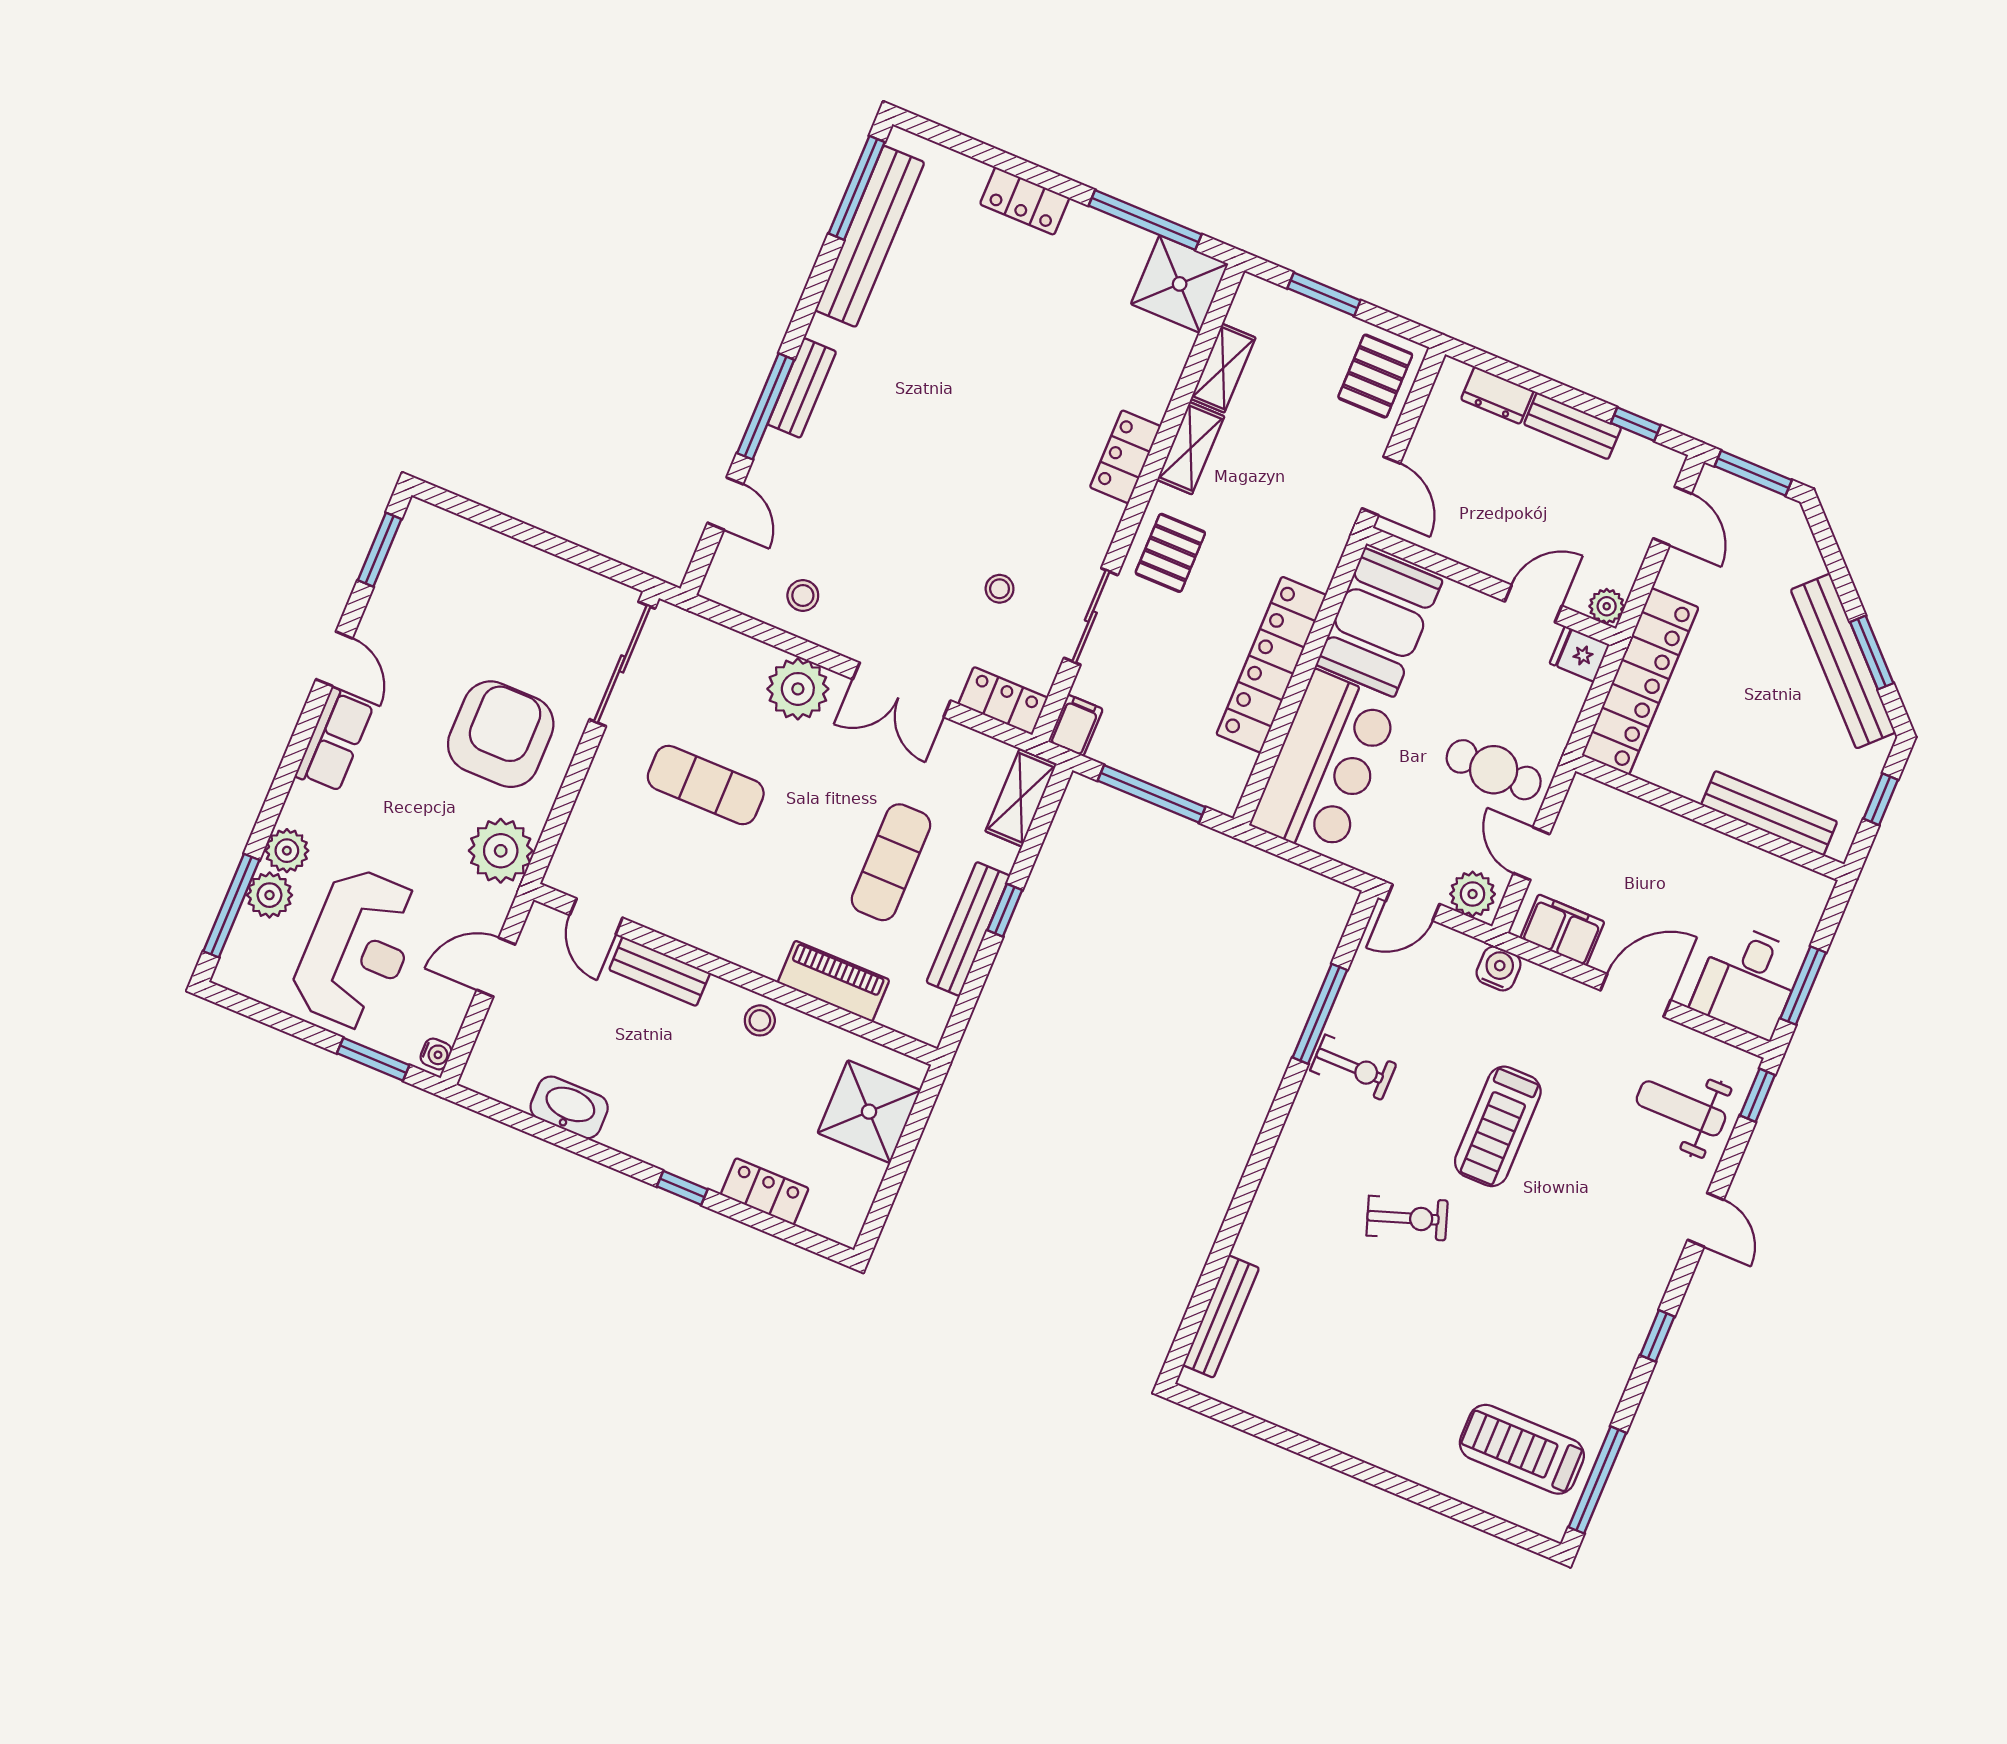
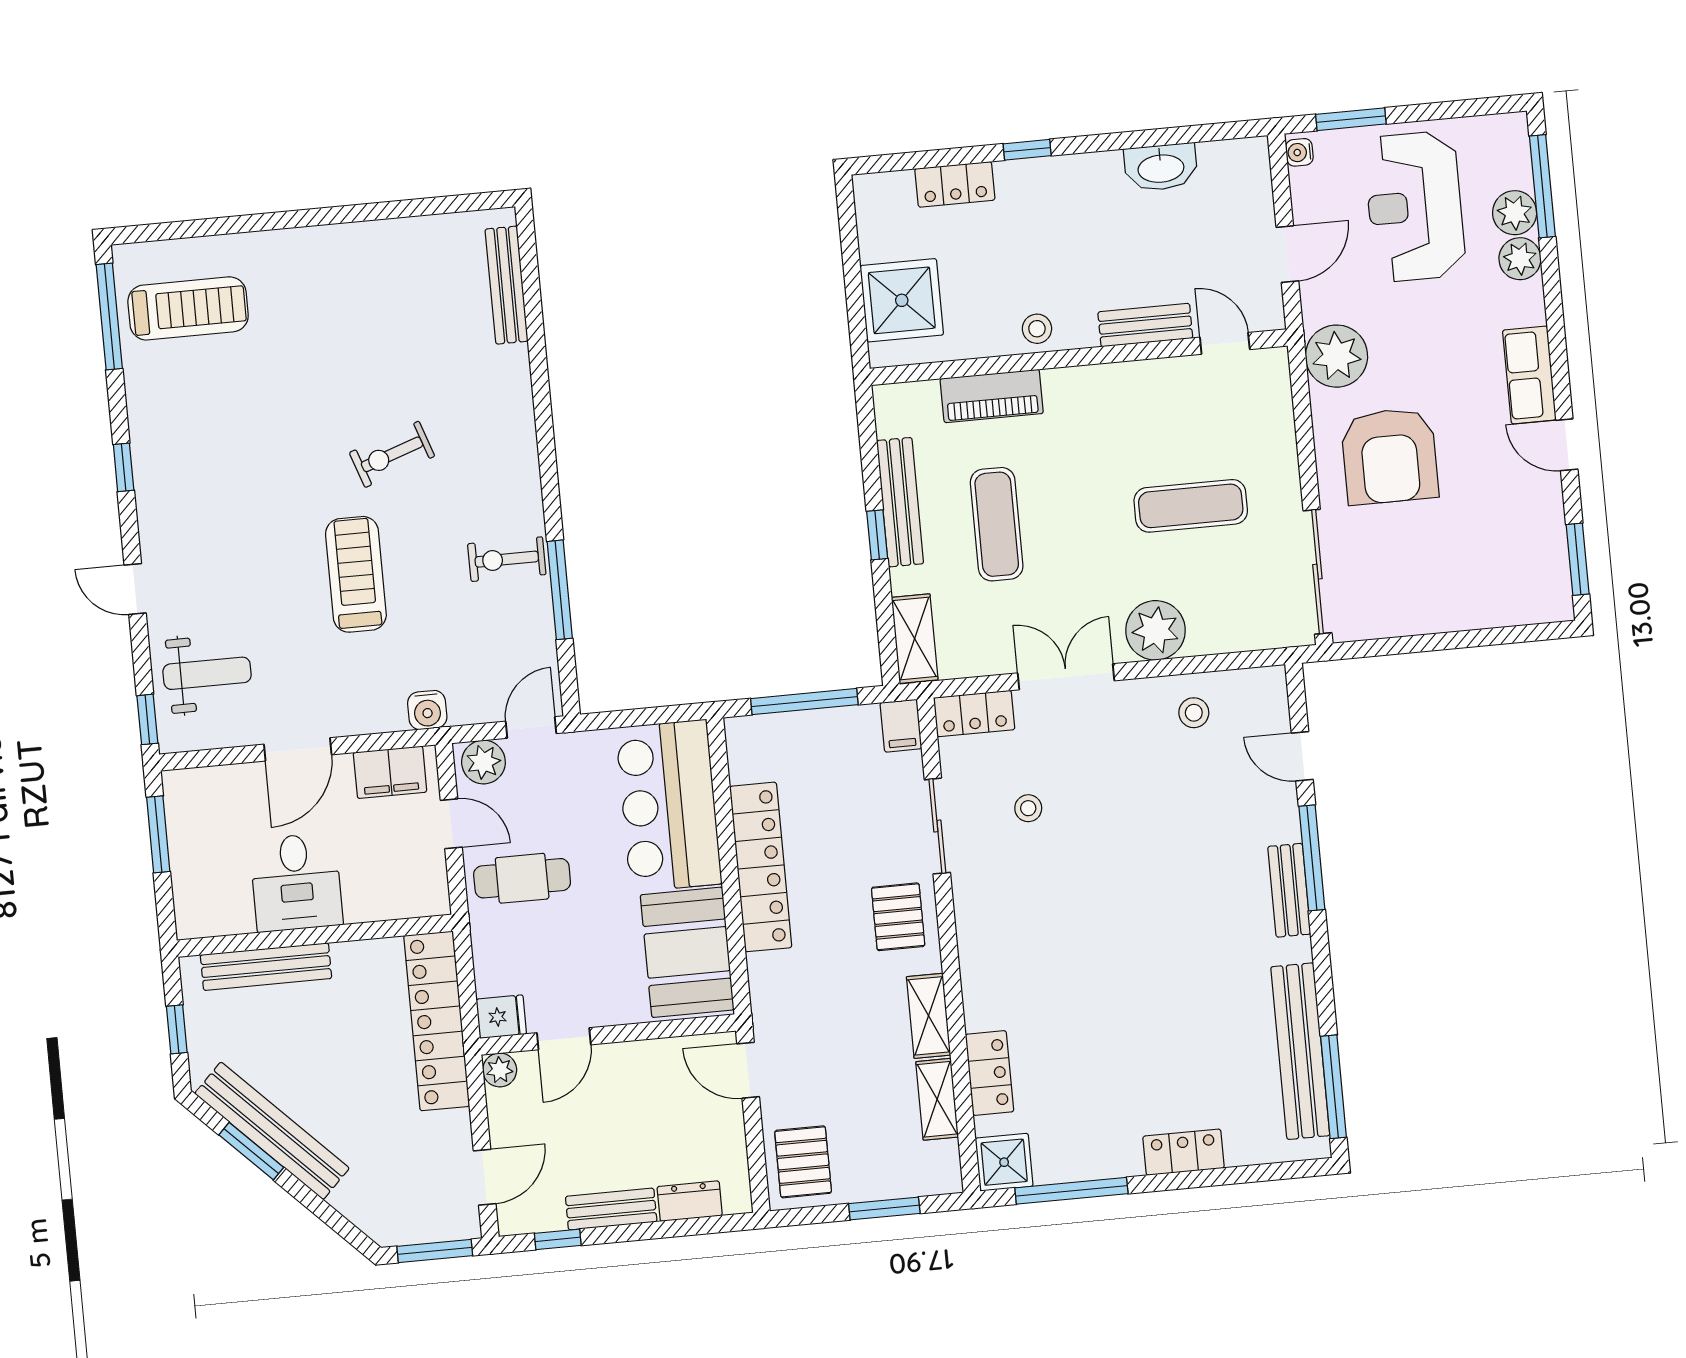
shower: (1180, 284) -> (1004, 1162), width x0.73, depth x0.73
locker: (1125, 457) -> (990, 1073), moved
door: (1672, 516) -> (485, 1177), swing flipped
desk: (1748, 981) -> (296, 882), moved, turned 180

